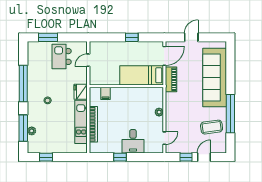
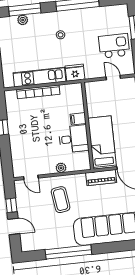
filing cabinet: (106, 93) -> (78, 119), moved
coffee table: (212, 127) -> (61, 200), moved
desk: (133, 141) -> (74, 139), moved, turned 180

